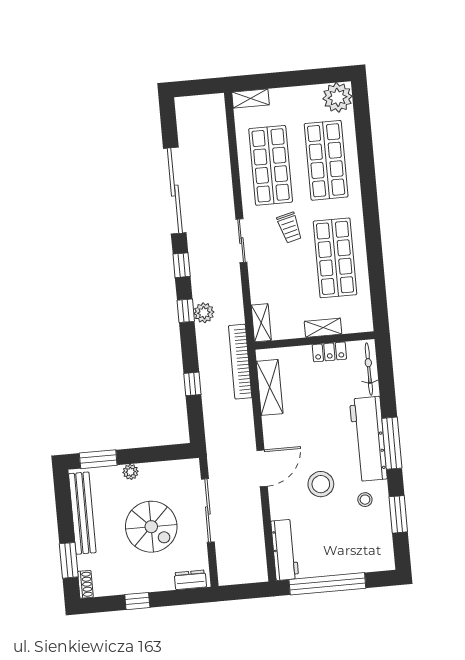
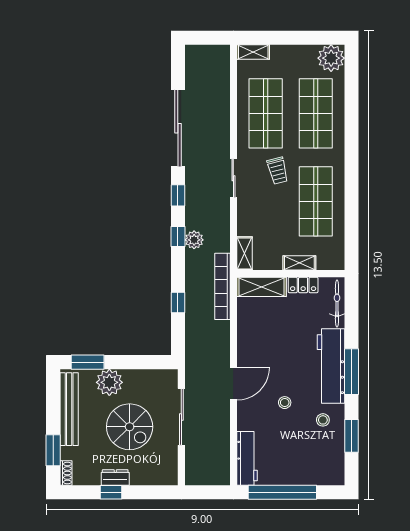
shelving: (270, 387) -> (262, 287), moved, turned 90
plant: (131, 472) -> (109, 382), width x1.87, depth x1.87
stool: (321, 484) -> (285, 403), width x0.53, depth x0.53
dresser: (190, 580) -> (115, 477), moved

